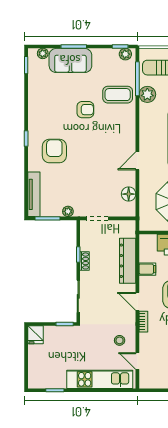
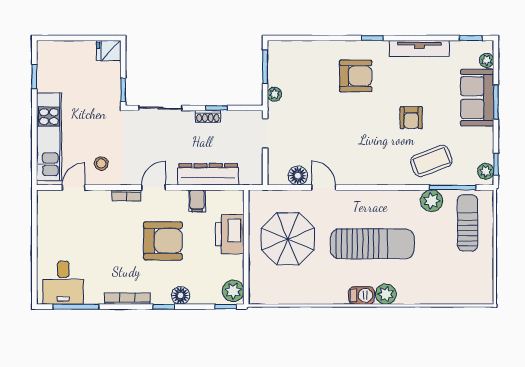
coffee table: (118, 95) -> (431, 161), turned 69
door: (137, 161) -> (324, 187), moved
tv unit: (34, 194) -> (419, 48), moved

